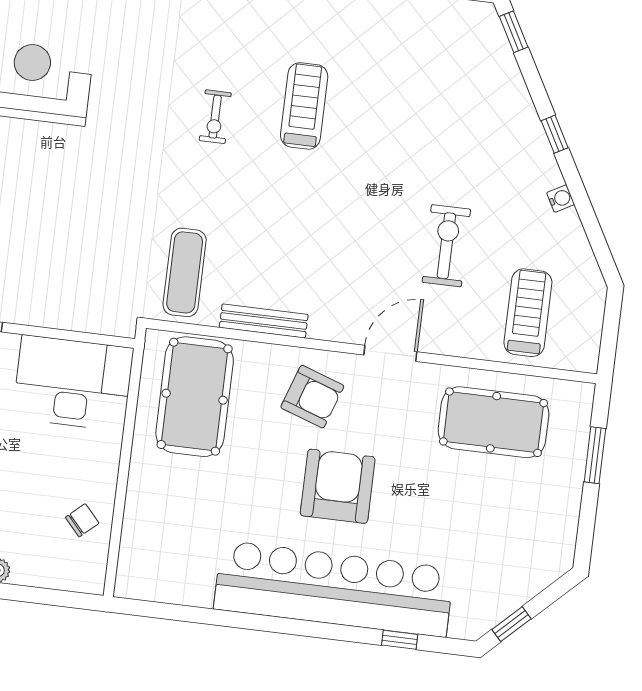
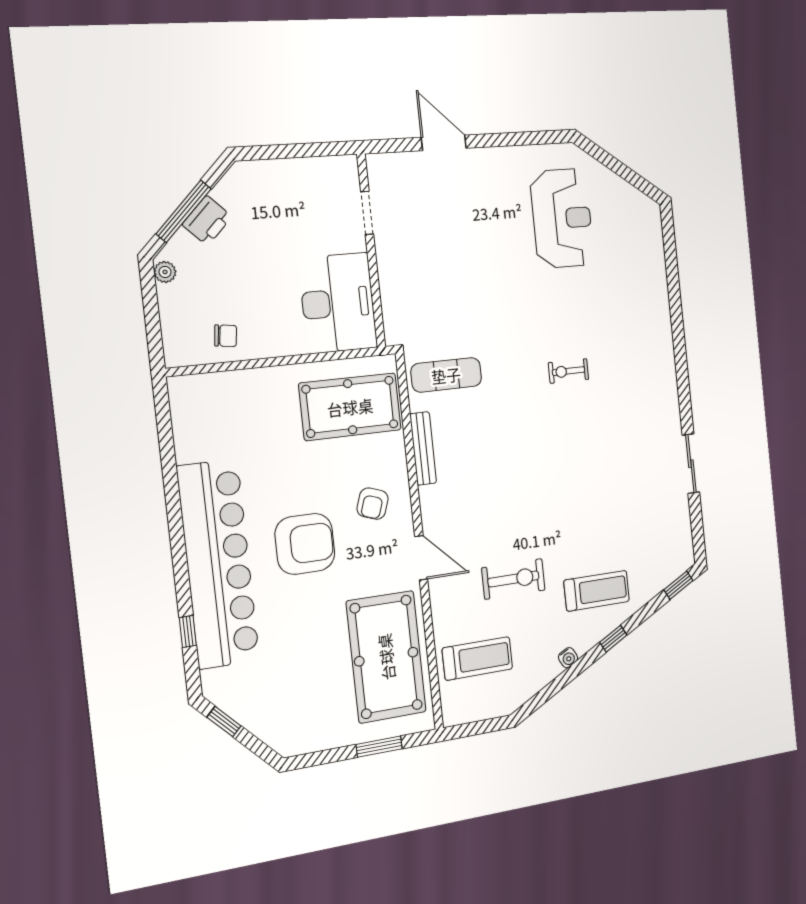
treadmill: (304, 106) -> (597, 591), moved
armchair: (312, 397) -> (373, 504), width x0.72, depth x0.72
pool table: (493, 422) -> (386, 657), width x1.36, depth x1.32
chair: (82, 520) -> (226, 336), turned -41

